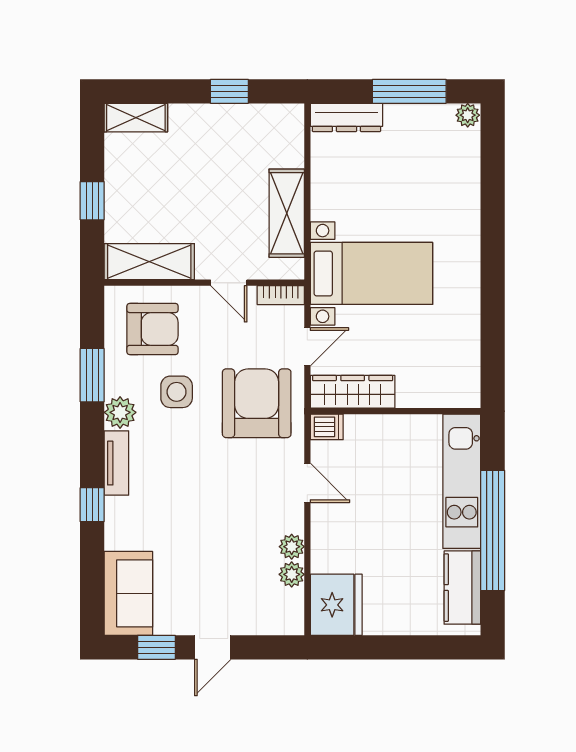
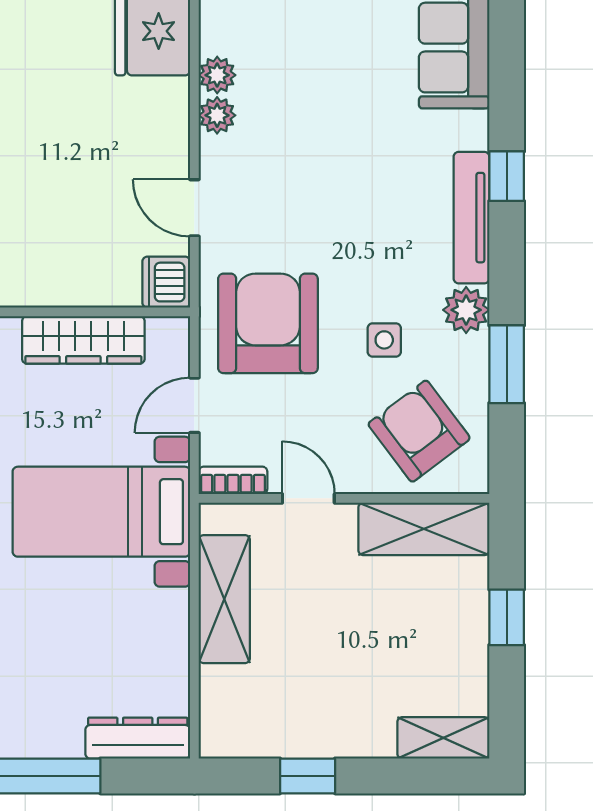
armchair: (153, 329) -> (419, 431), turned 53
side table: (177, 392) -> (384, 340), width x0.73, depth x0.73
wardrobe: (353, 392) -> (83, 340), moved
armchair: (257, 403) -> (268, 323), turned 180
dishwasher: (327, 427) -> (166, 282), width x1.38
tv unit: (116, 463) -> (471, 218), width x1.41

